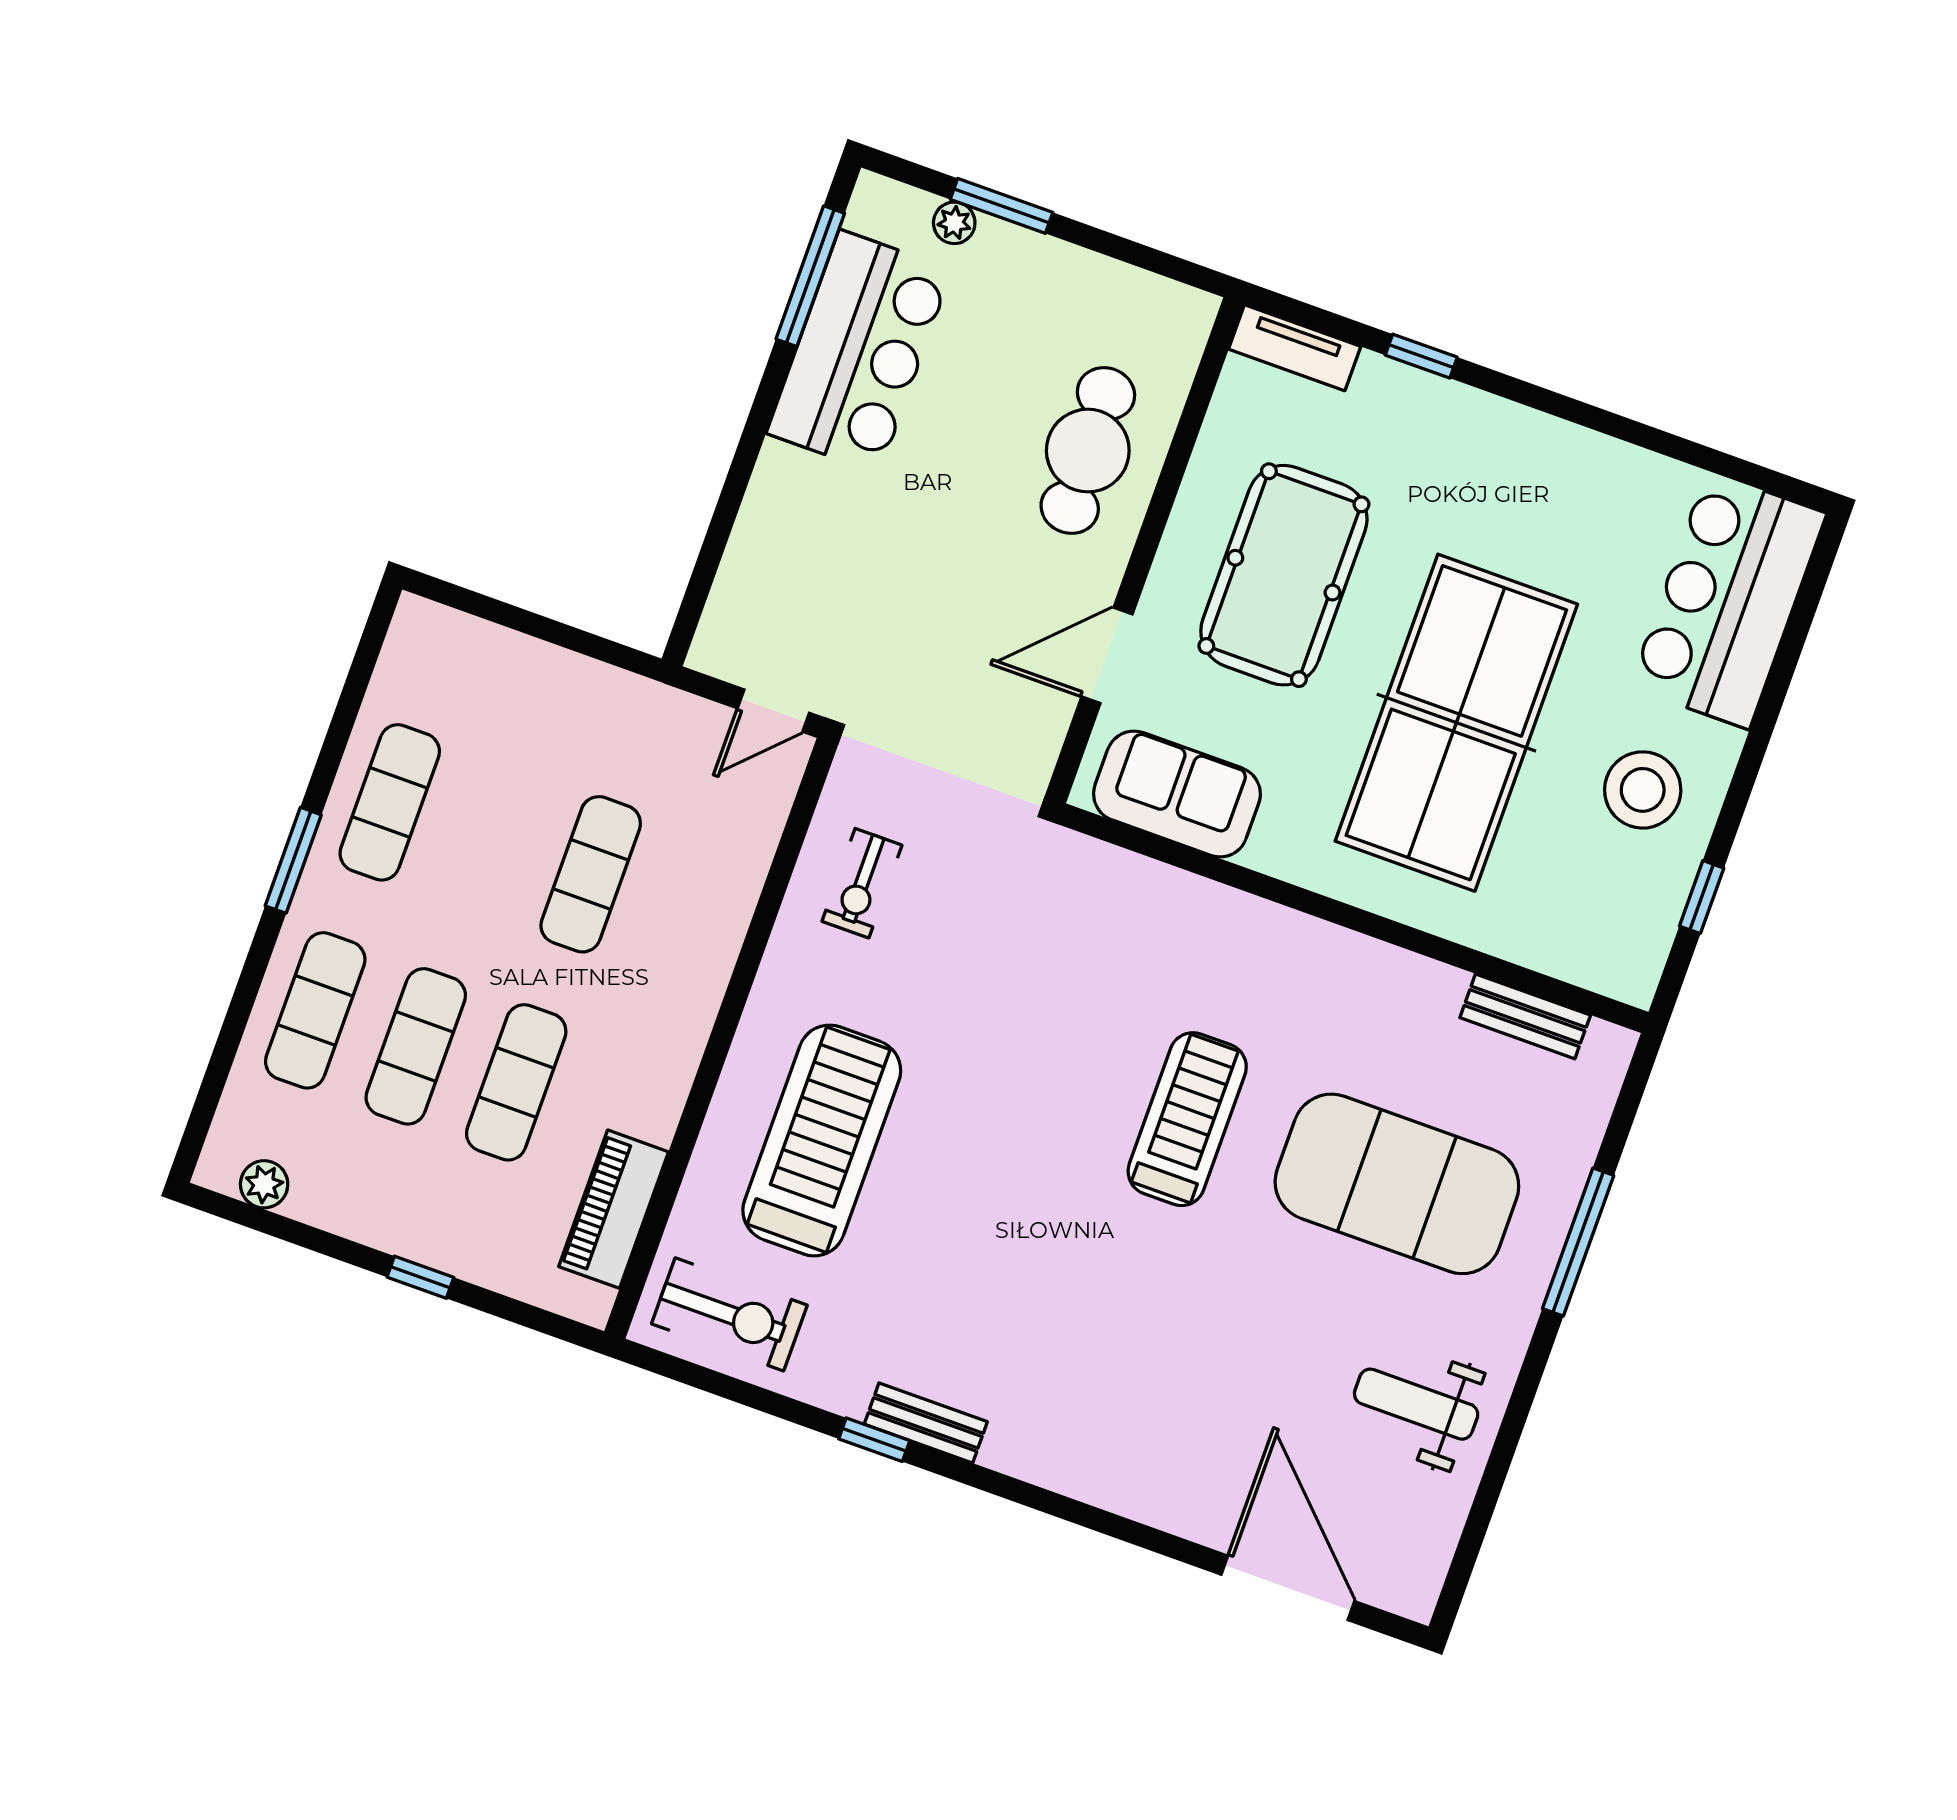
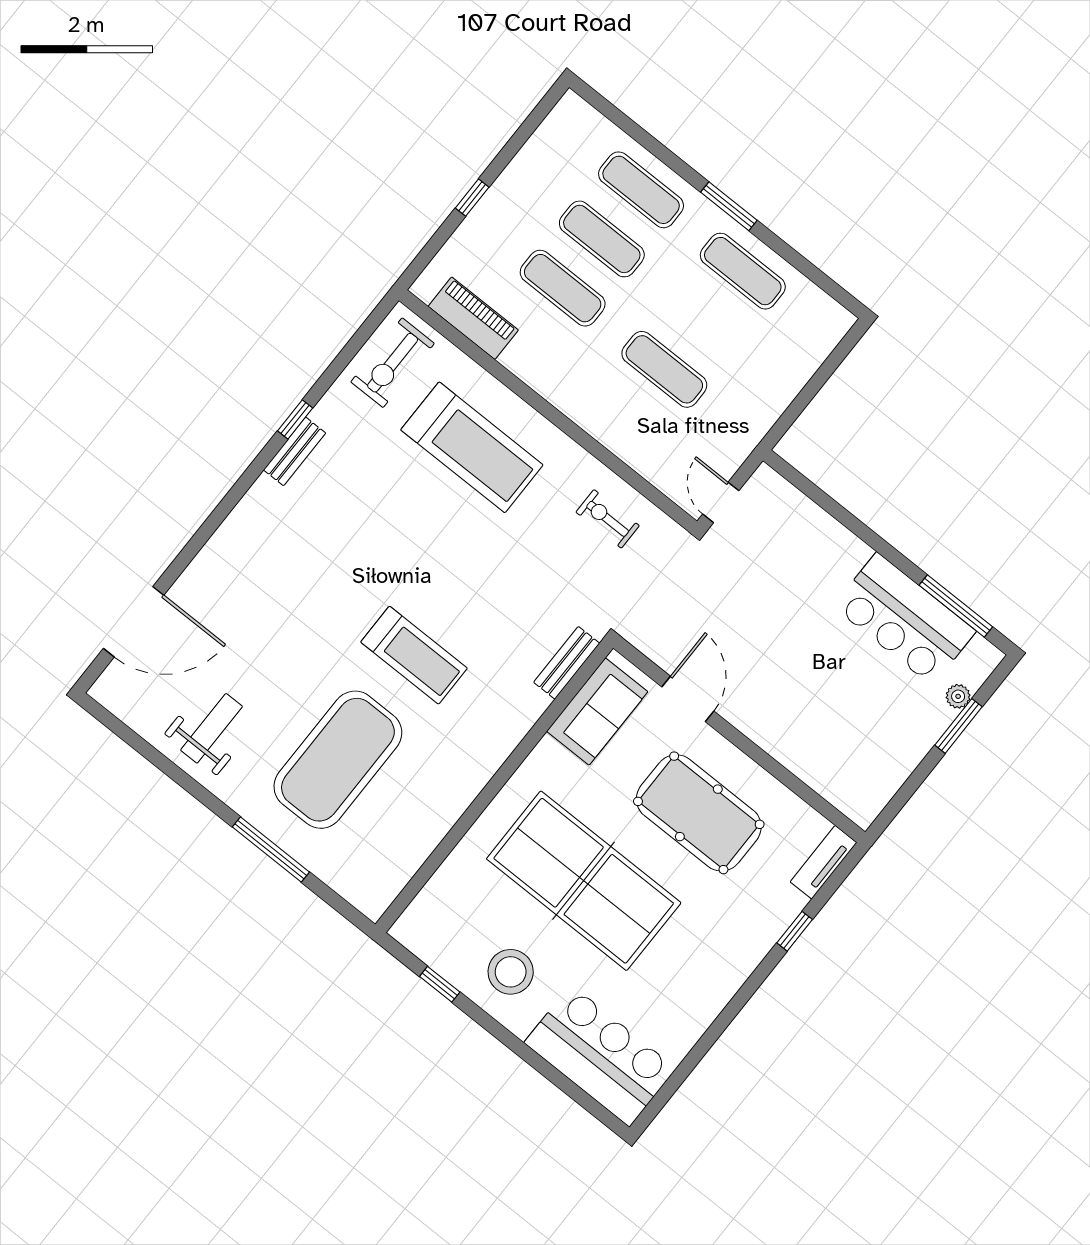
cafe table: (1088, 451) -> (806, 727), removed
bench: (1525, 1016) -> (567, 663), moved
plant: (264, 1184) -> (554, 128), removed

